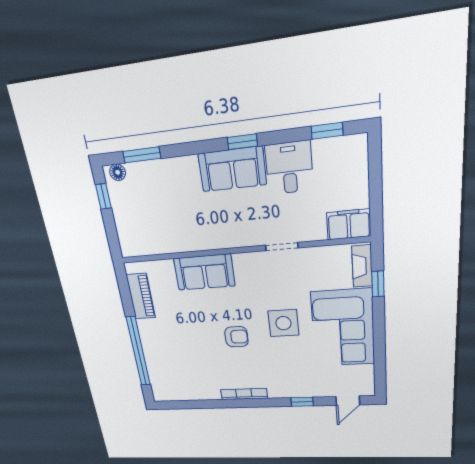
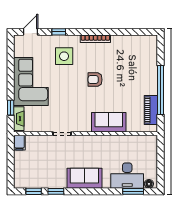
window: (242, 142) -> (56, 191), moved
desk: (289, 168) -> (127, 176), moved, width x1.37
window: (103, 196) -> (160, 172), removed
filing cabinet: (349, 224) -> (19, 143), width x0.50
side table: (283, 323) -> (64, 56), moved
window: (138, 351) -> (160, 90), moved

